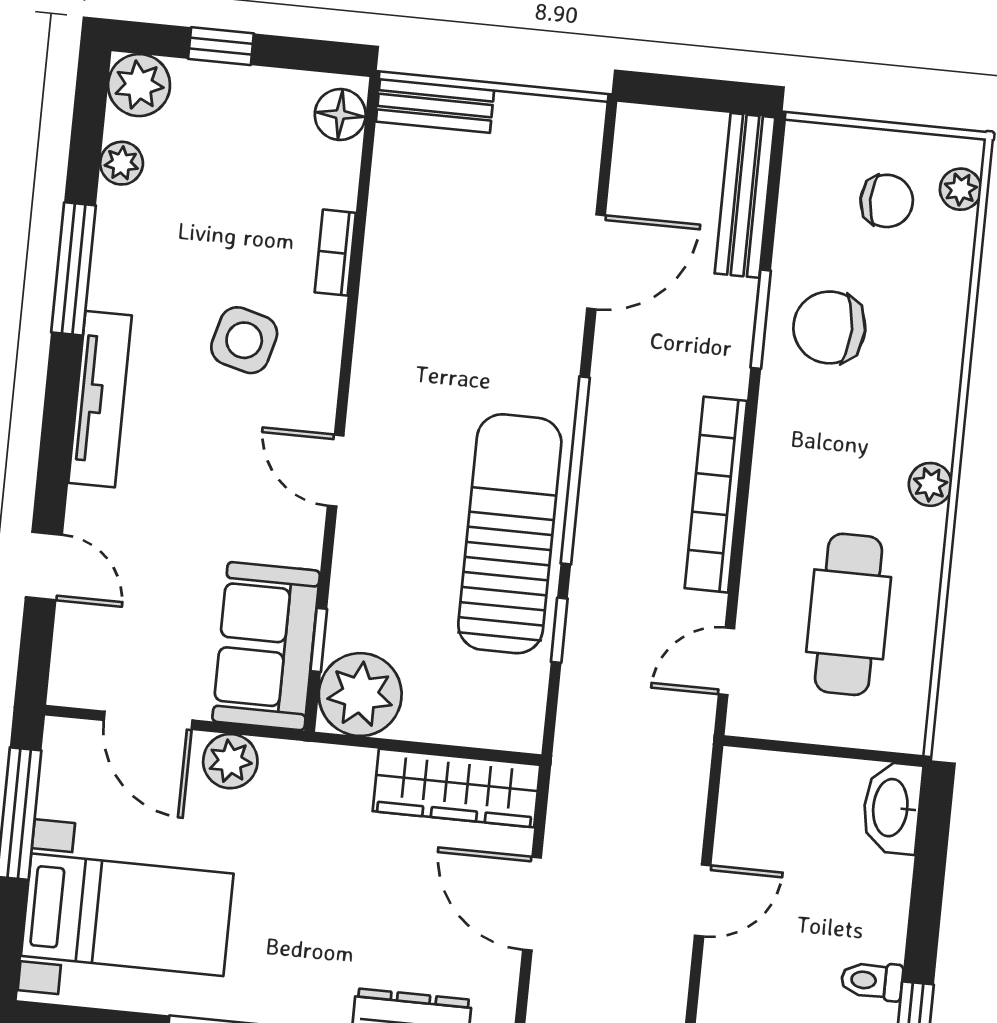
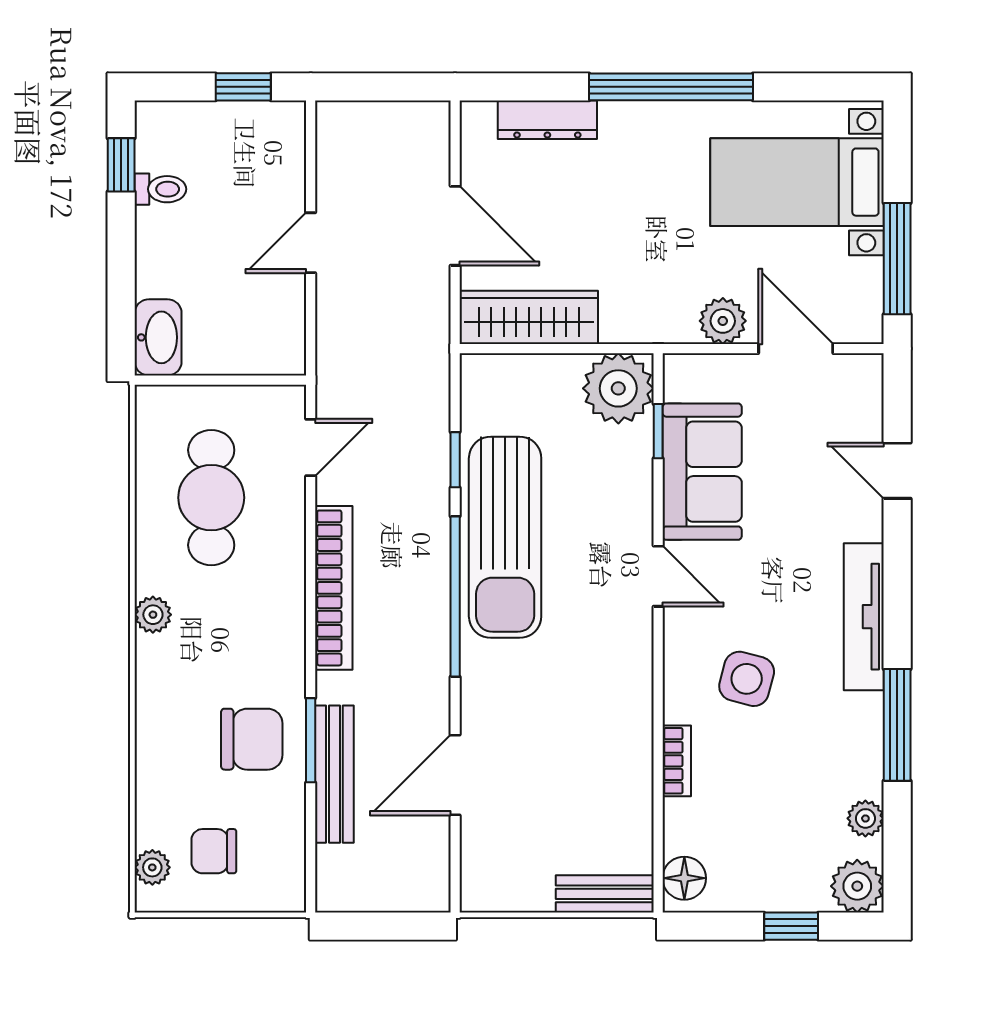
bench: (745, 195) -> (334, 774), moved
sofa: (266, 646) -> (702, 472), moved

